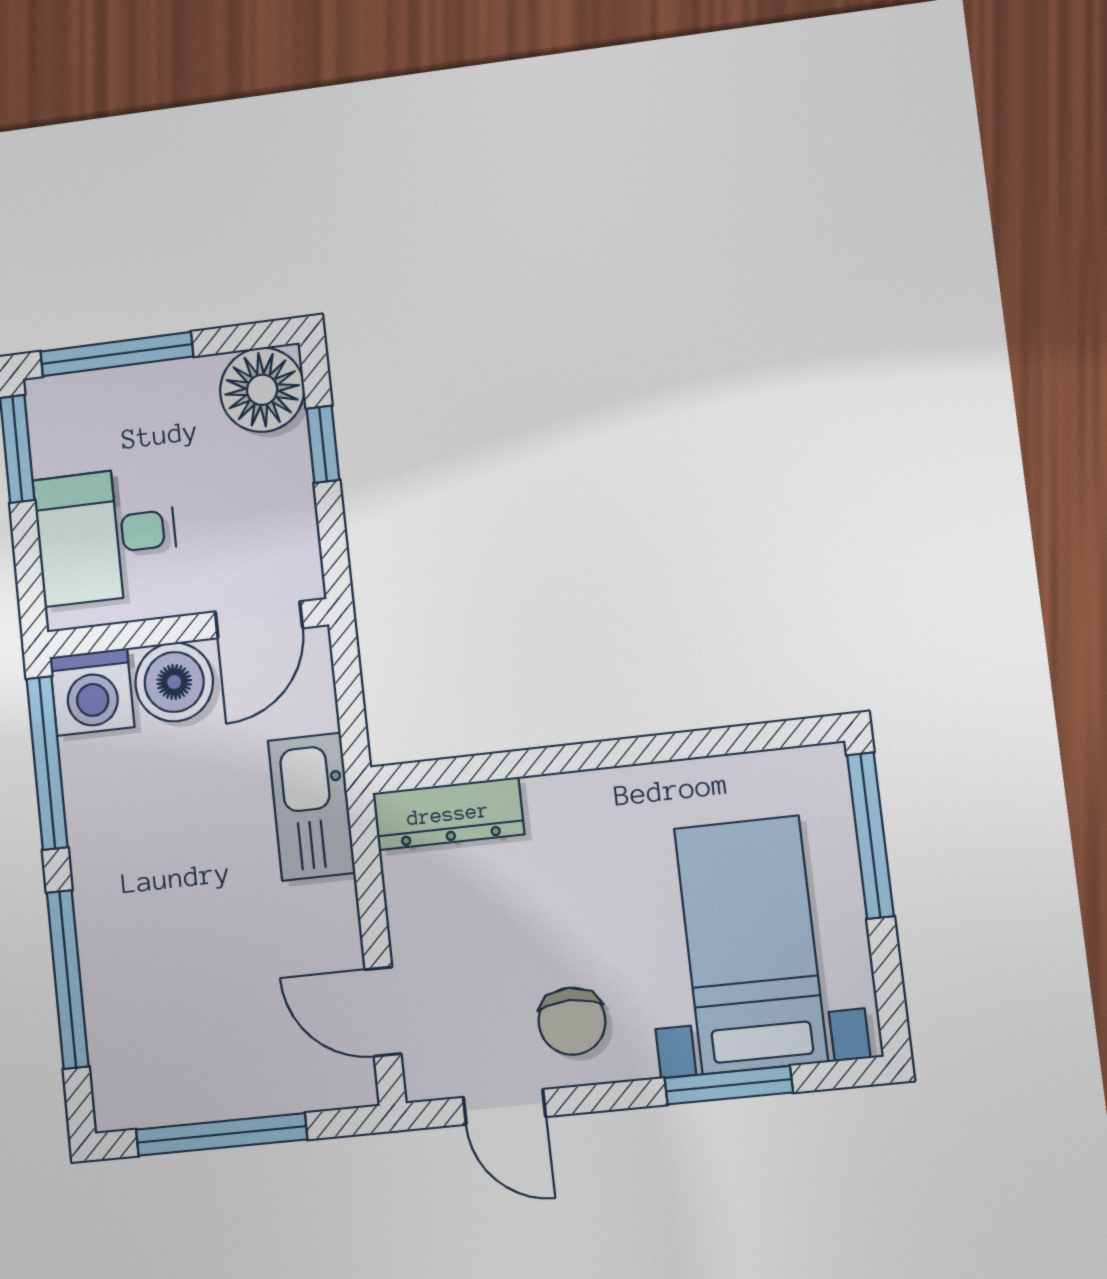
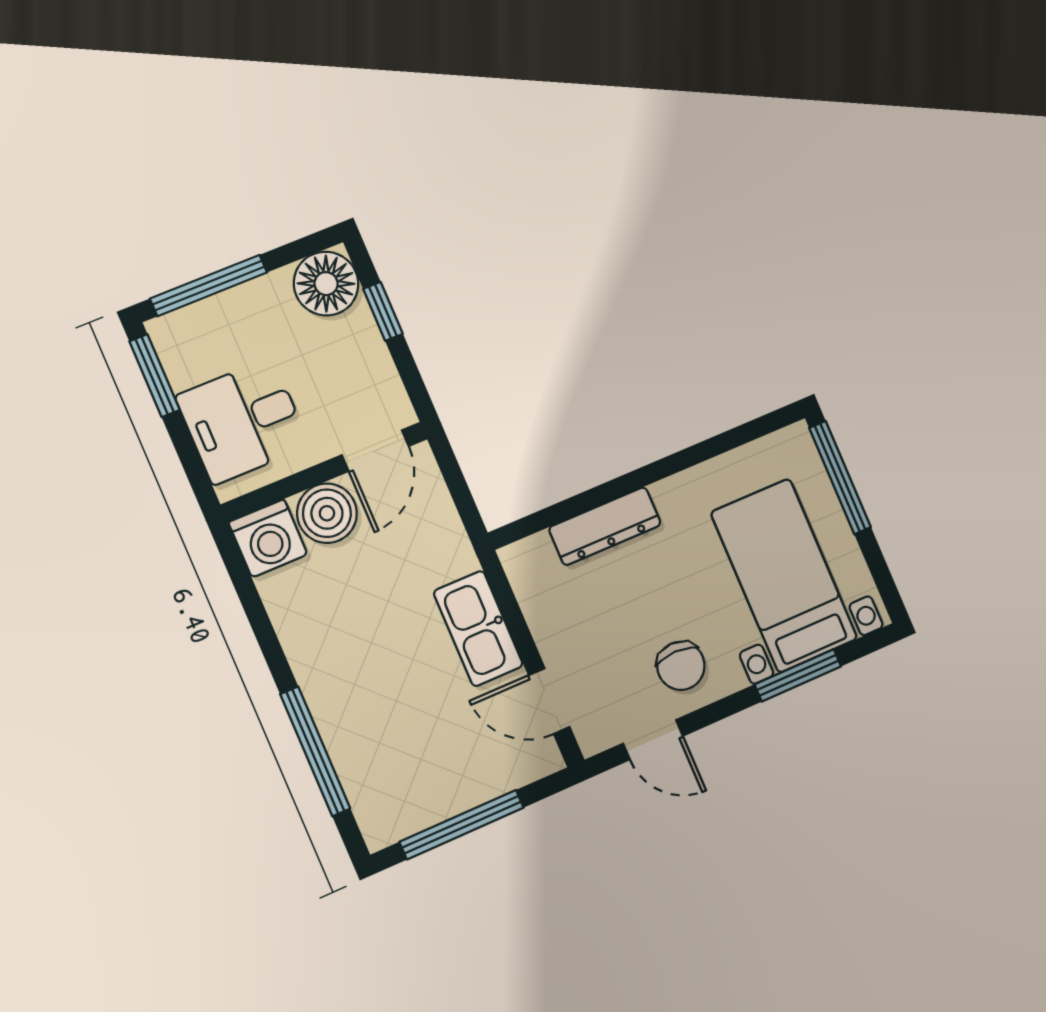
window: (47, 763) -> (250, 600), removed
kitchen sink: (311, 807) -> (478, 629), moved
dresser: (448, 814) -> (605, 526), moved

